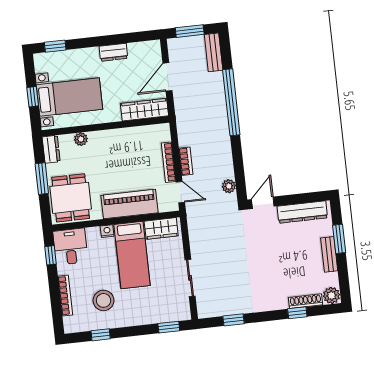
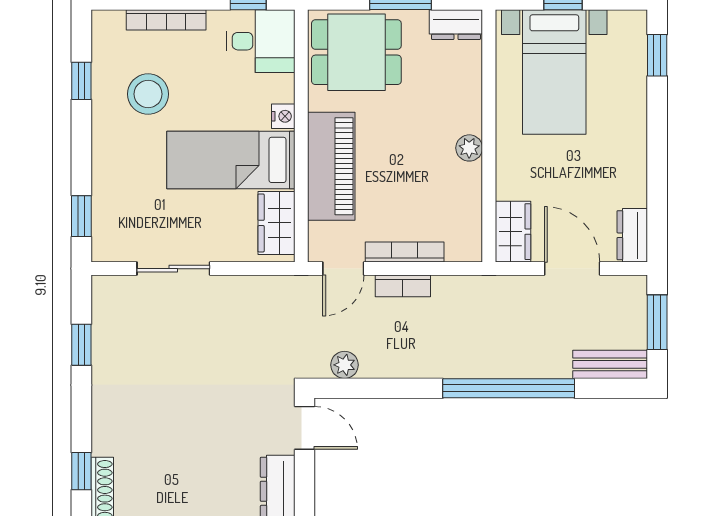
dresser: (113, 52) -> (632, 235), moved
wardrobe: (144, 110) -> (513, 232), width x0.67
plant: (81, 139) -> (469, 148), moved

